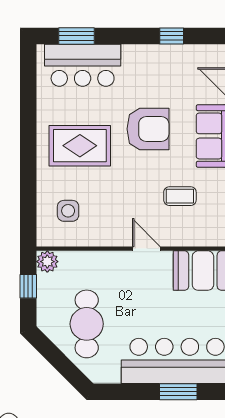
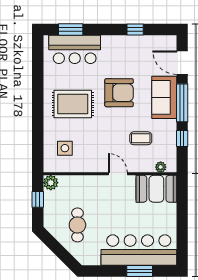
plant: (209, 239) -> (161, 167), added
cafe table: (87, 324) -> (77, 225), width x0.73, depth x0.74

